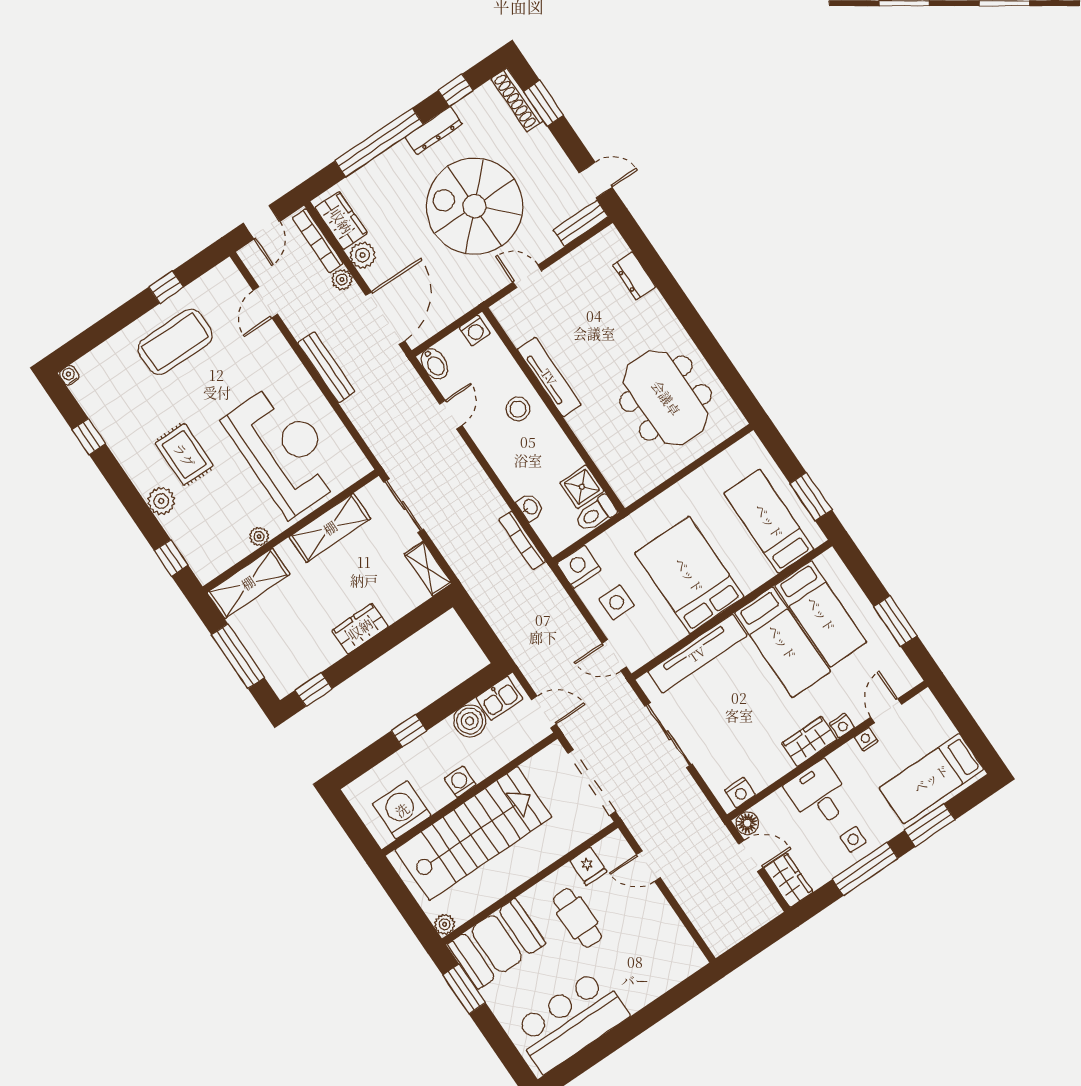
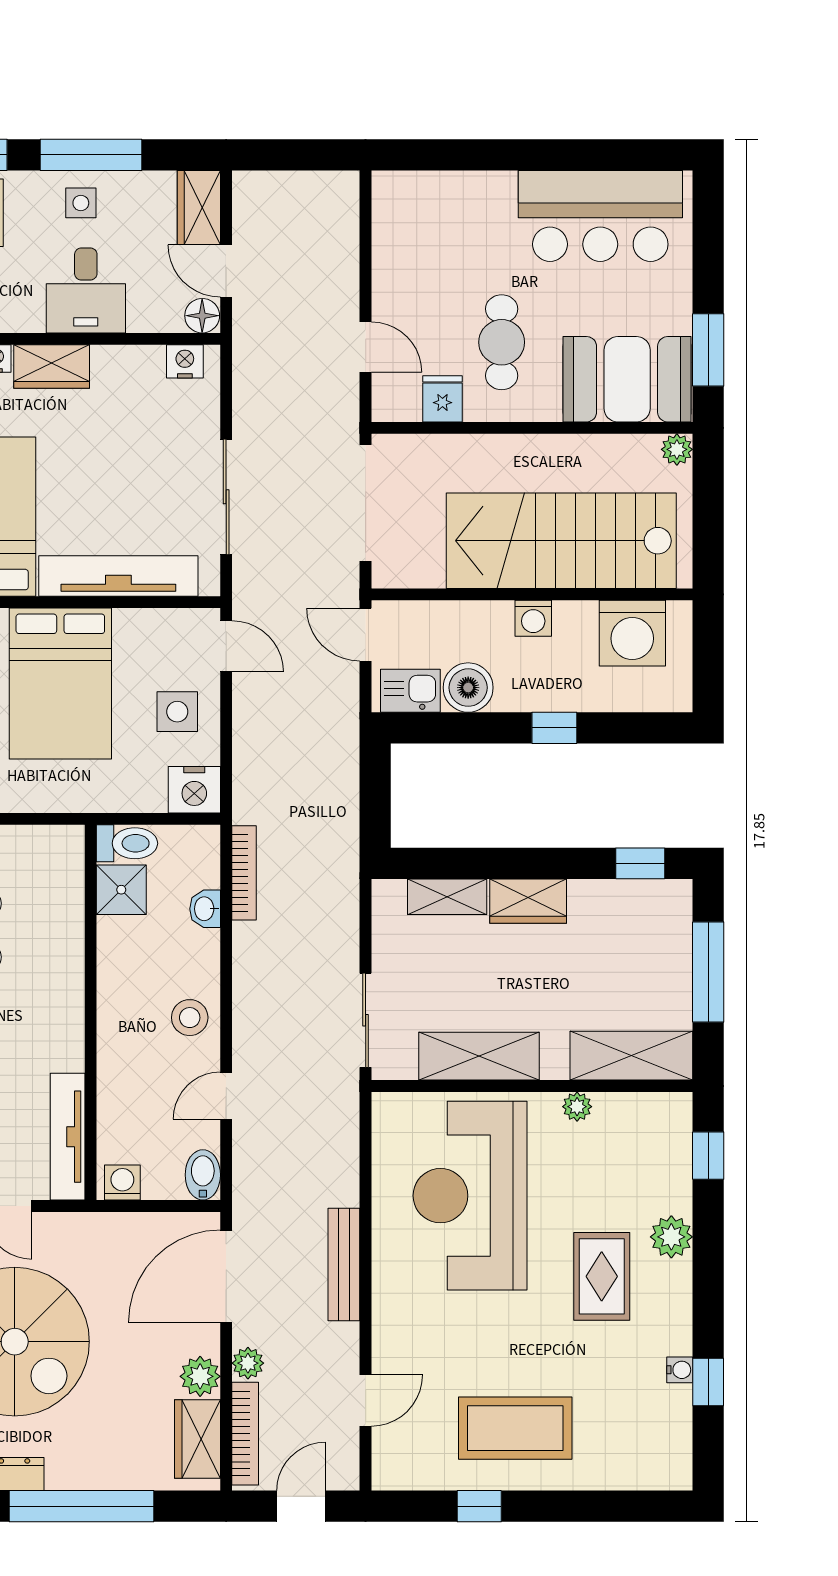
water cooler: (69, 375) -> (680, 1370), moved, turned -90
tv unit: (549, 377) -> (68, 1137), moved
stool: (518, 409) -> (190, 1018), moved
shelving: (428, 569) -> (447, 897), moved, turned 90

